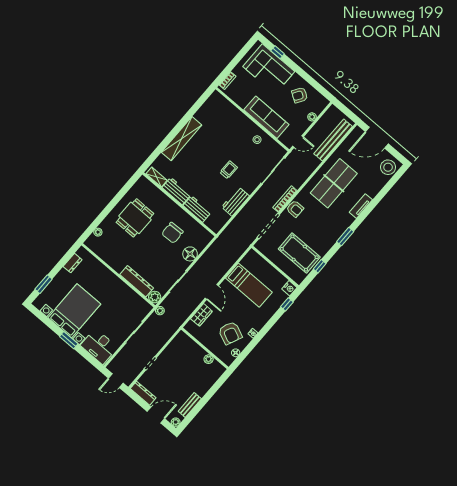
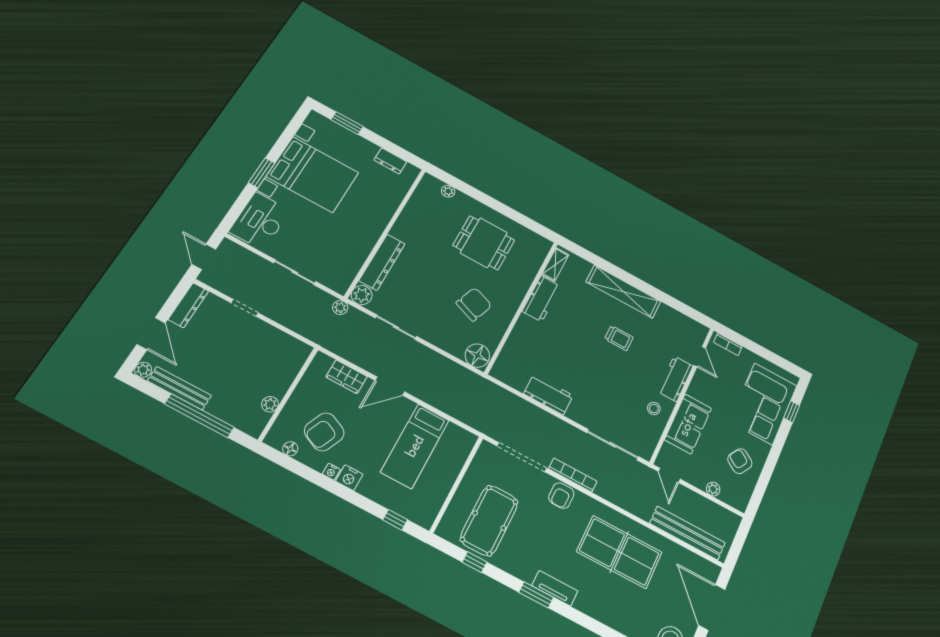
door: (232, 101) -> (700, 357), added
sofa: (266, 117) -> (688, 424), width x0.73
trolley: (229, 170) -> (619, 338), moved
tv unit: (361, 206) -> (555, 588), moved
workbench: (197, 209) -> (675, 379), moved, turned 180
chair: (172, 233) -> (474, 304), turned 112
floor lamp: (190, 254) -> (477, 356), moved
nightstand: (289, 288) -> (349, 478), moved
window: (207, 397) -> (199, 416), added
bench: (190, 405) -> (179, 388), width x1.36

